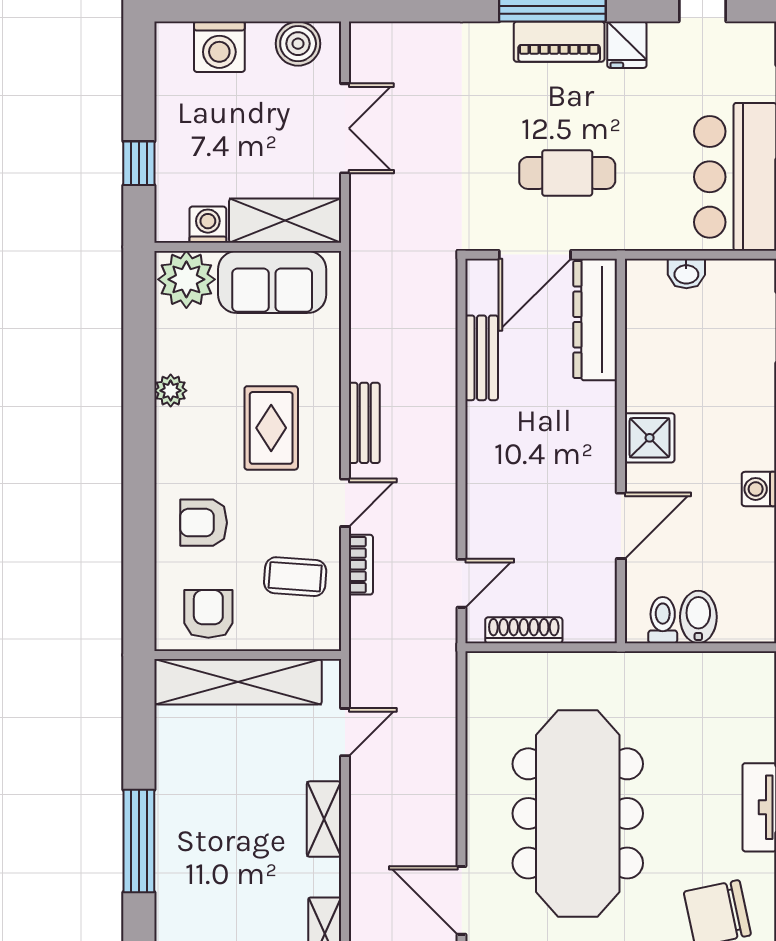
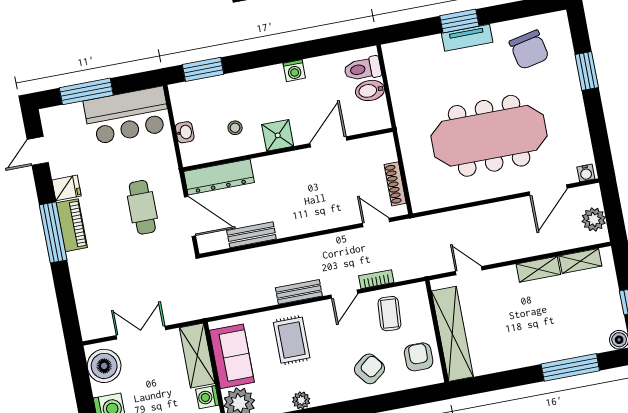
boiler: (298, 44) -> (104, 366), width x1.37, depth x1.37
stool: (677, 364) -> (235, 128), added
rug: (271, 428) -> (292, 340), moved, turned 90
door: (345, 503) -> (344, 294), swing flipped
armchair: (204, 523) -> (369, 369), turned -128
door: (621, 526) -> (328, 142), hinge flipped
armchair: (208, 614) -> (419, 357), turned 90
toilet: (663, 620) -> (363, 69), moved, width x1.37, depth x1.39
shelving: (324, 819) -> (538, 269), moved
window: (139, 841) -> (570, 367), moved

